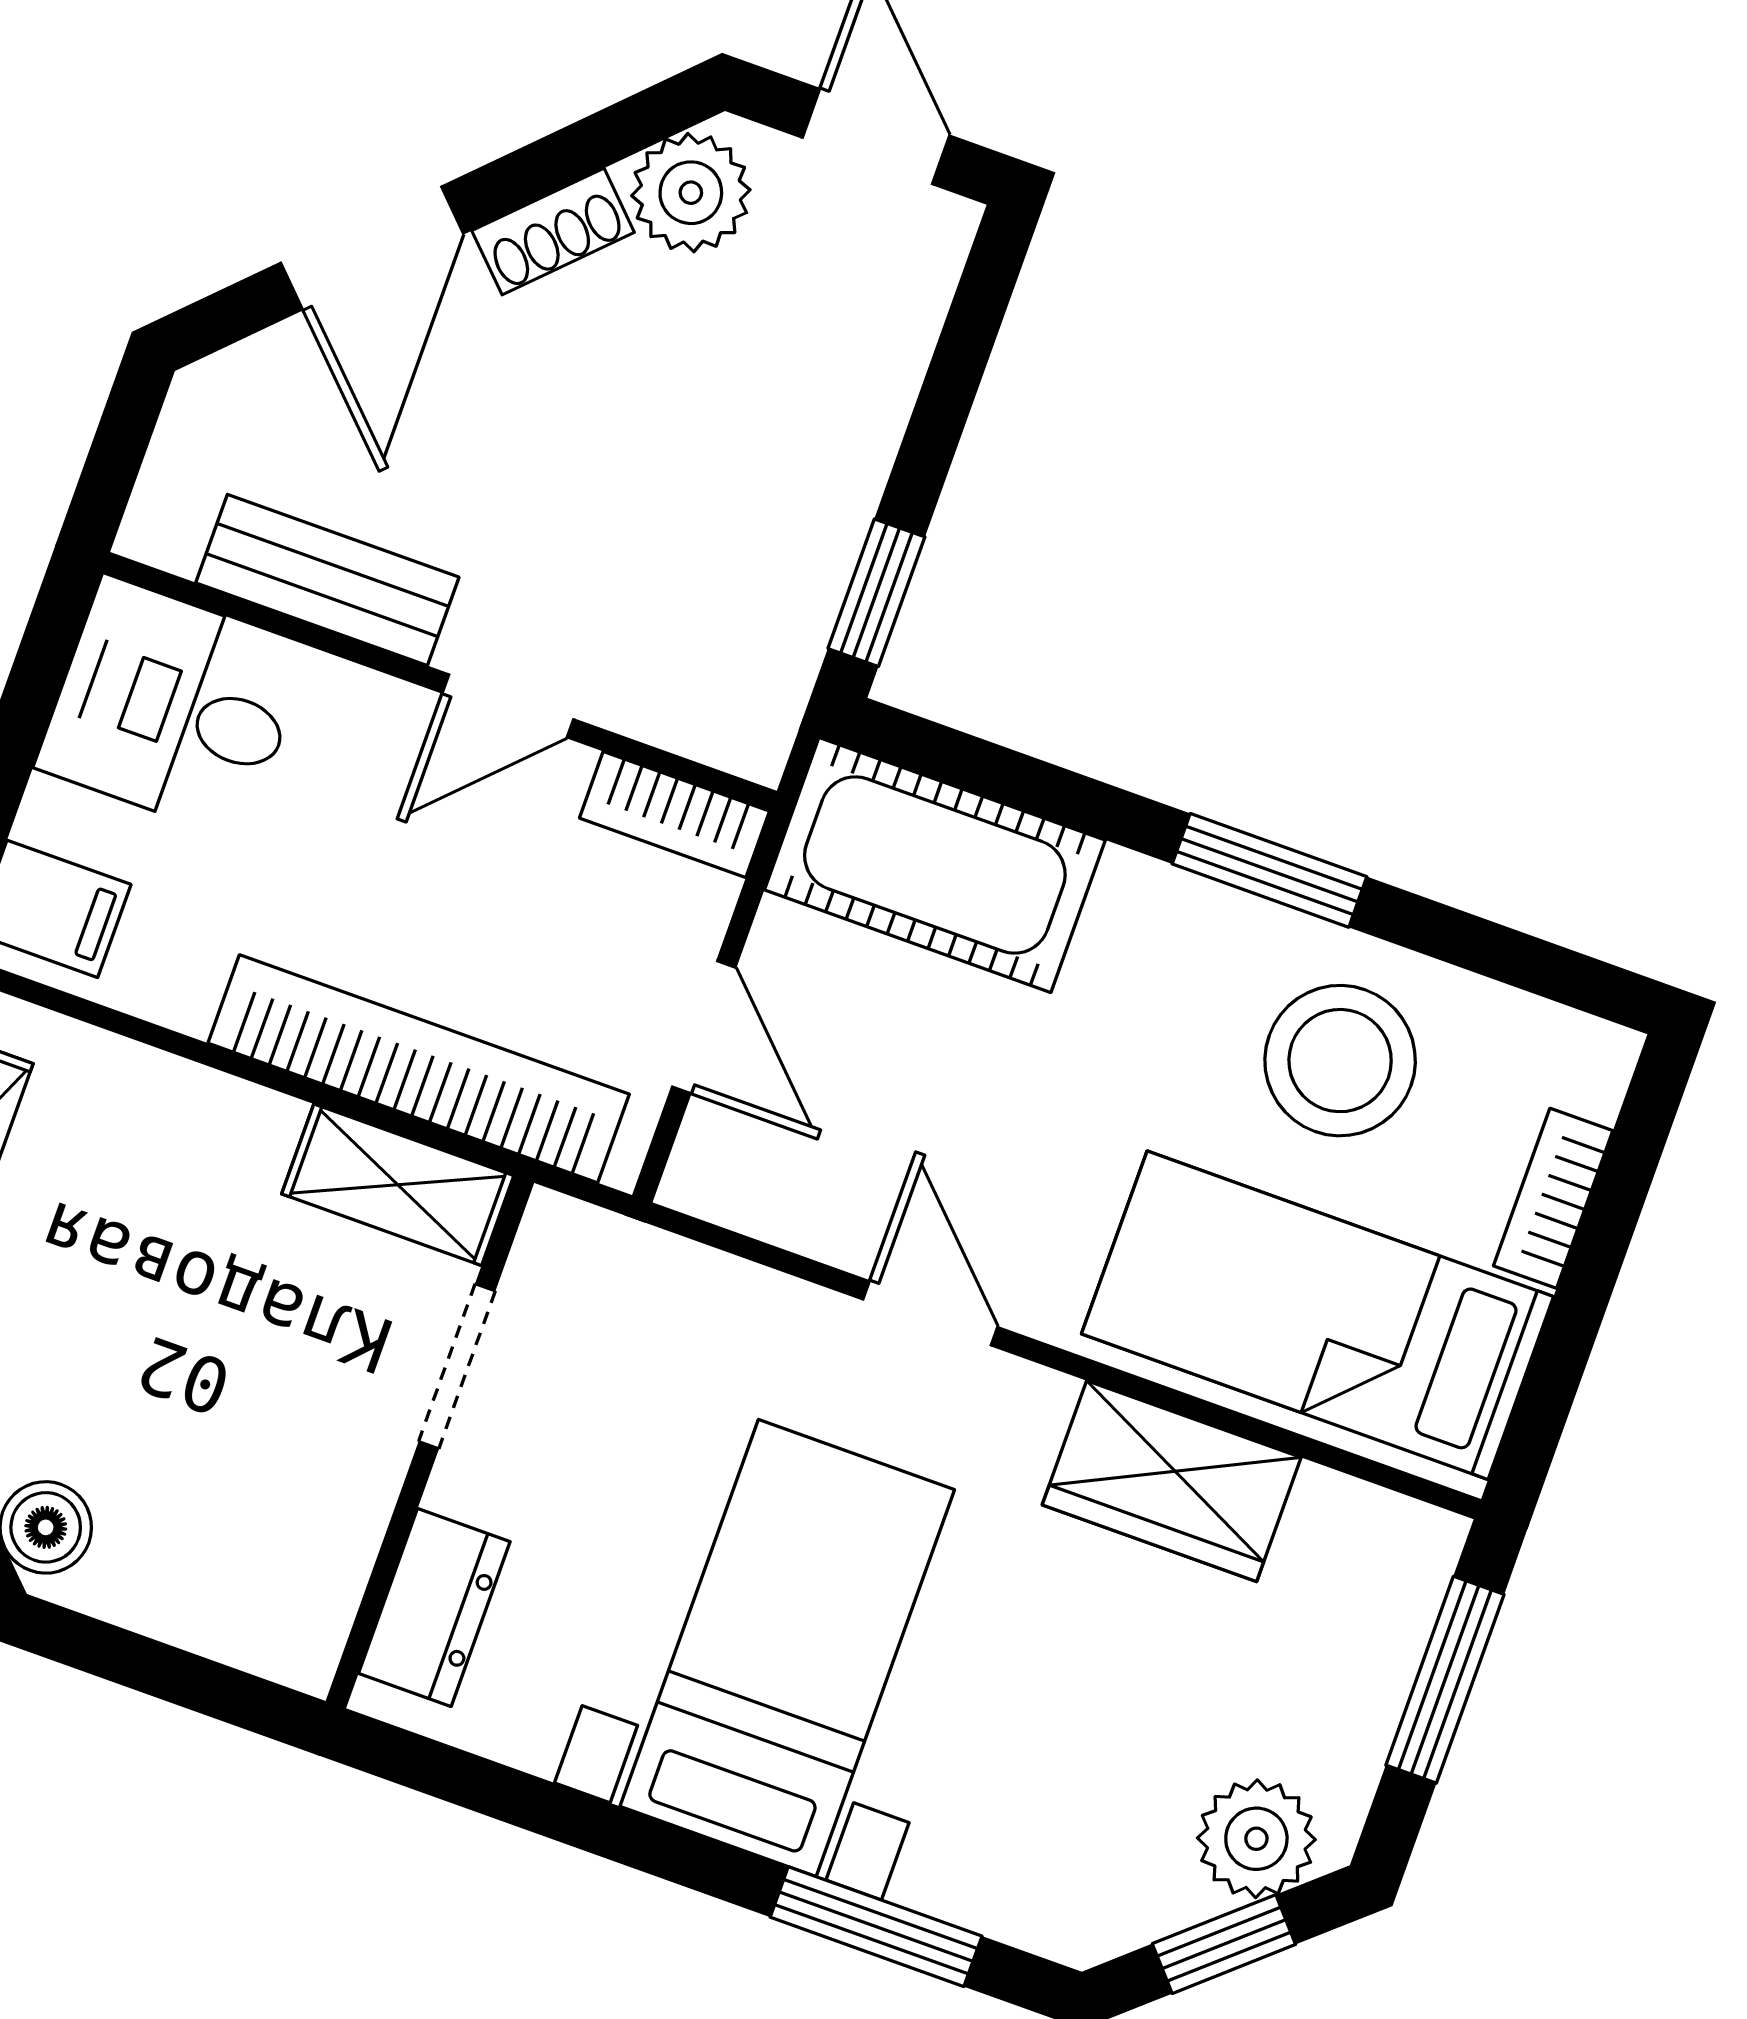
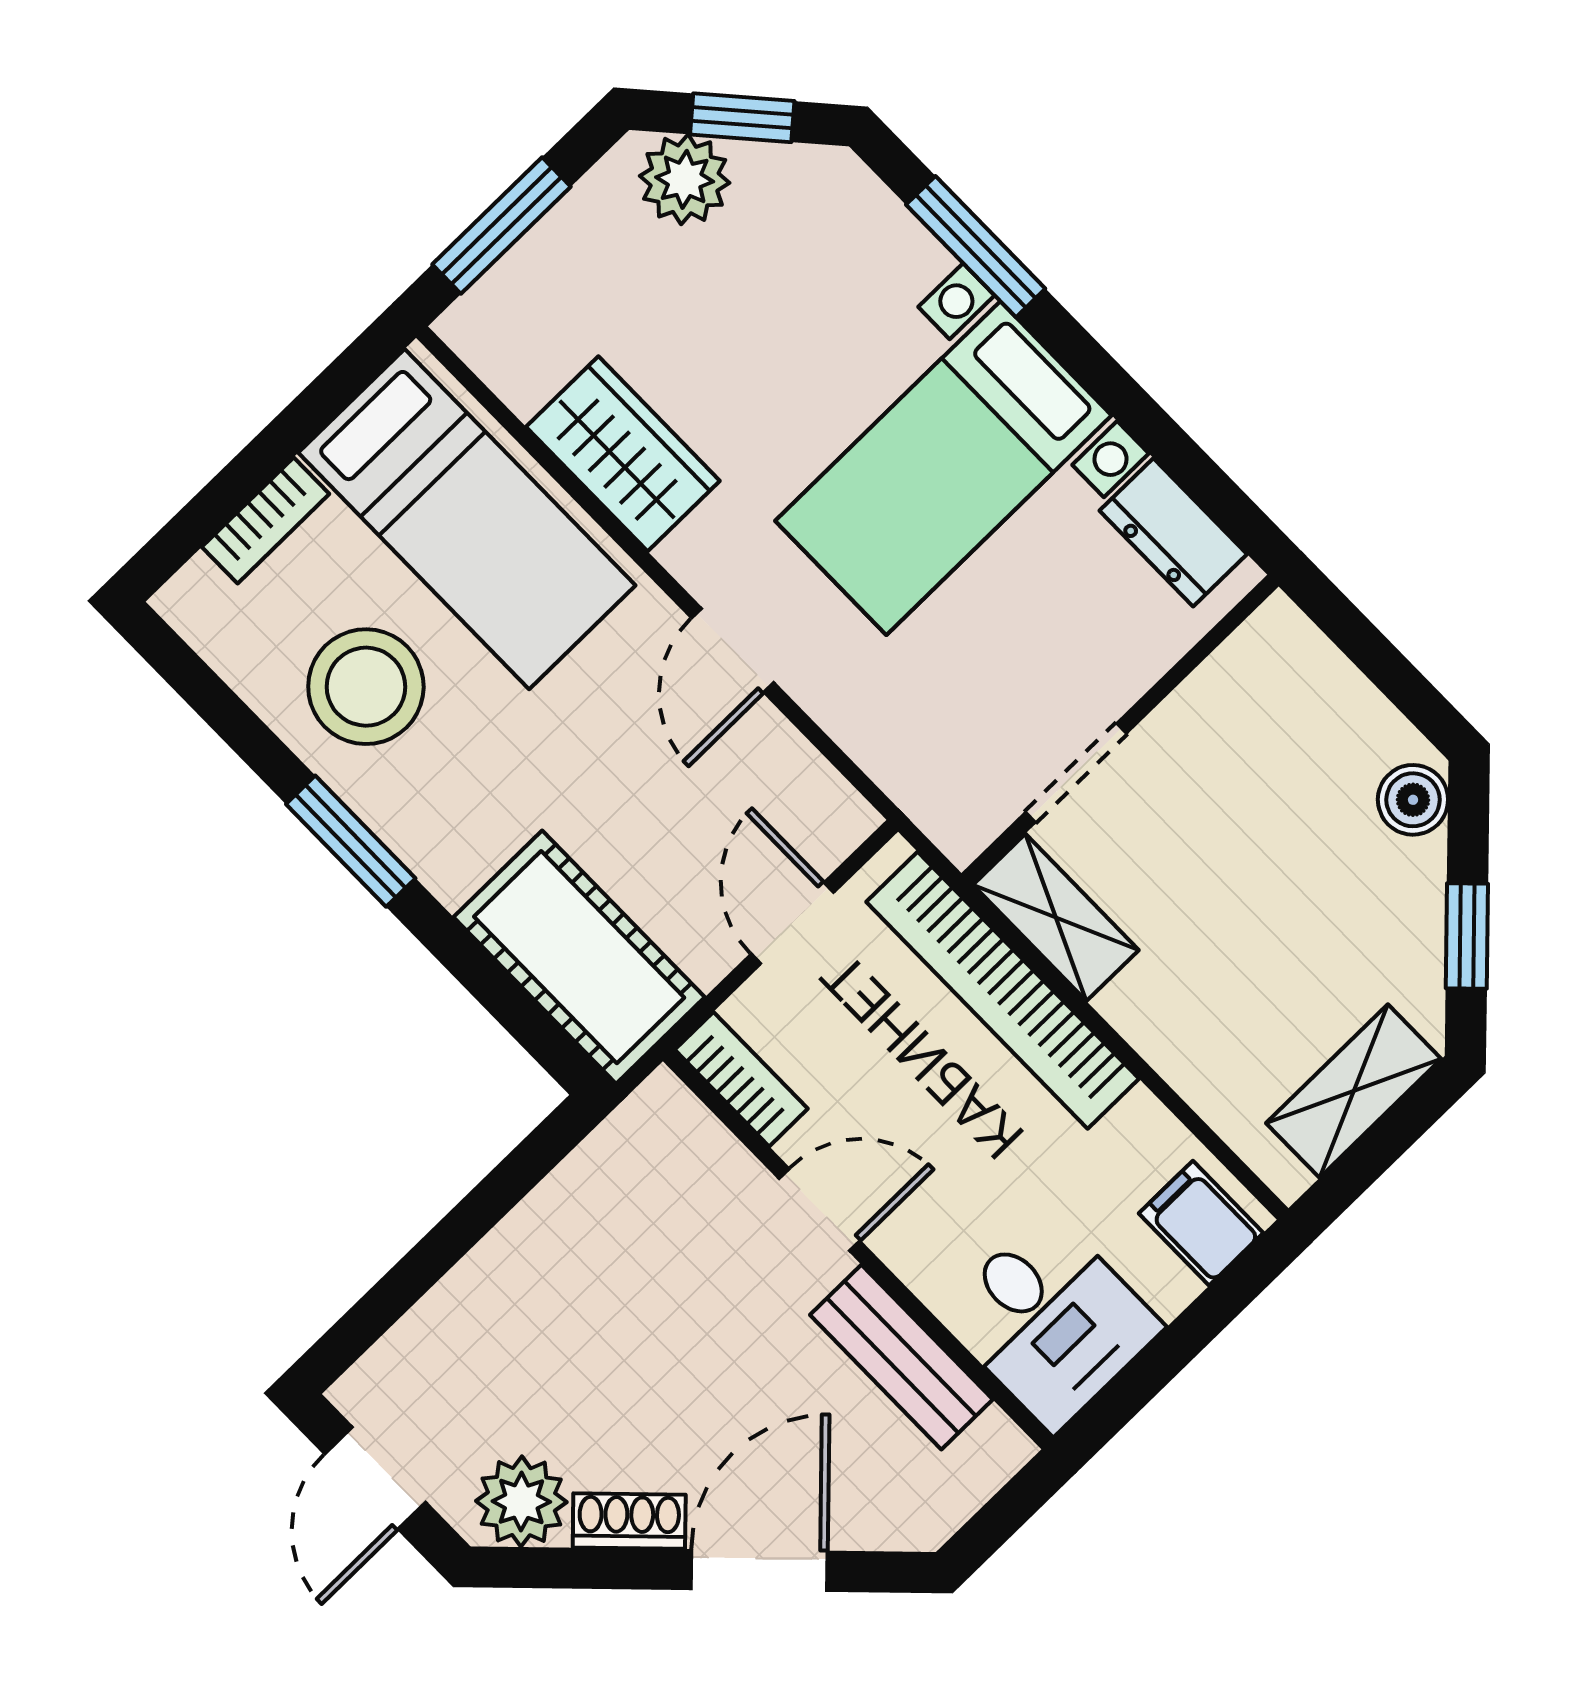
window: (876, 593) -> (528, 1164), removed
dresser: (434, 1607) -> (1173, 532), moved, turned -90

